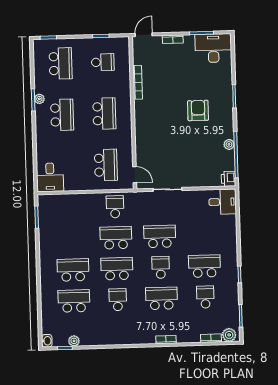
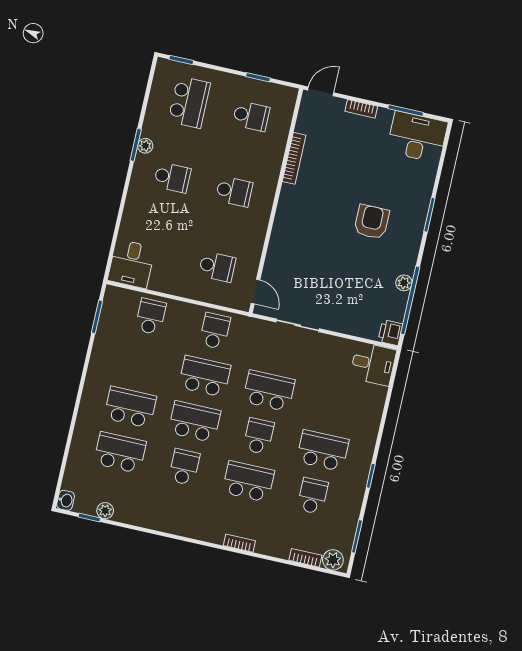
school desk: (104, 114) -> (234, 191), width x0.54
school desk: (62, 115) -> (172, 177), width x0.54
school desk: (106, 165) -> (217, 267), width x0.54
school desk: (71, 208) -> (151, 316), added

